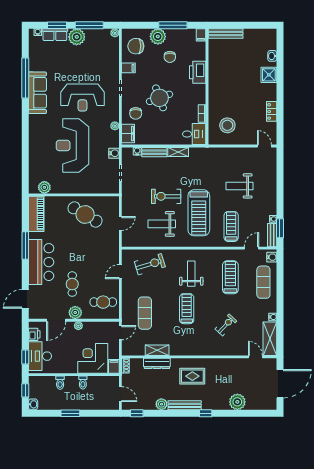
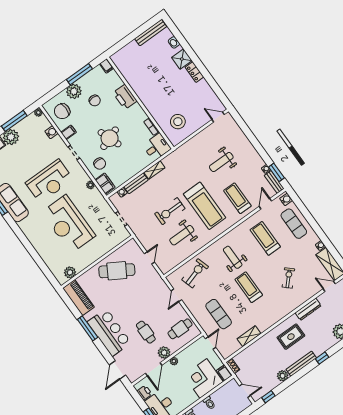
bench: (226, 33) -> (151, 33), moved
locker: (272, 111) -> (194, 72), moved
water cooler: (114, 153) -> (51, 132), moved
dresser: (157, 363) -> (308, 309), moved

